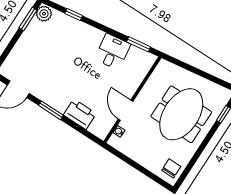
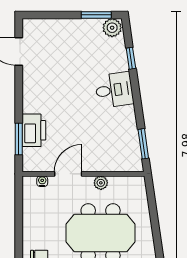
desk: (113, 52) -> (114, 90), moved
plant: (146, 91) -> (101, 183), added
window: (51, 110) -> (19, 139), moved

